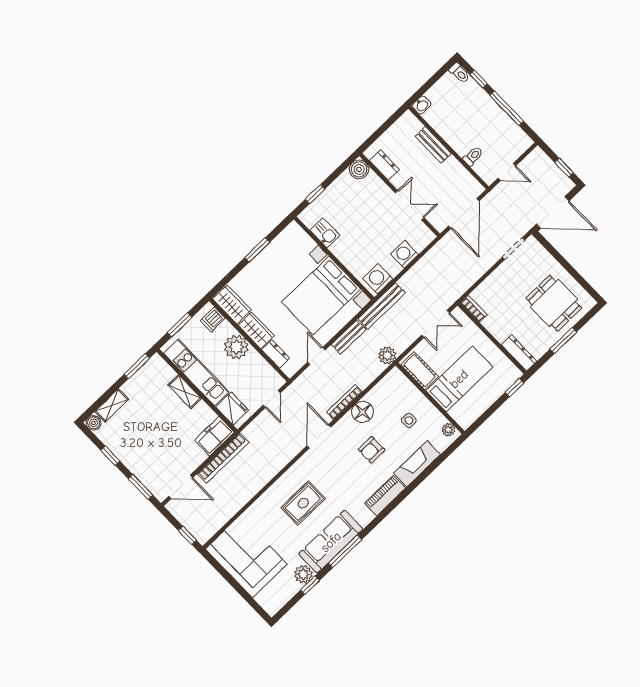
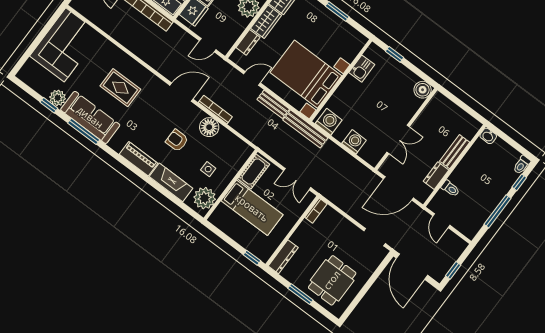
dresser: (384, 165) -> (436, 176), moved, turned 180
plant: (387, 355) -> (262, 141), removed
plant: (448, 430) -> (205, 198), width x1.88, depth x1.88

